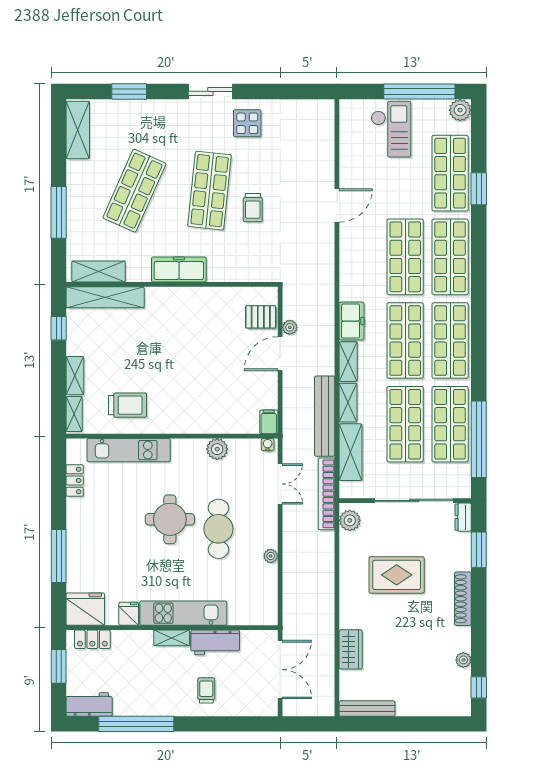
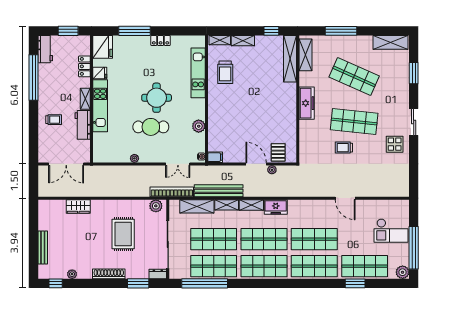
locker: (75, 481) -> (161, 41), moved
locker: (92, 639) -> (84, 66), moved
bench: (367, 709) -> (43, 247), moved

